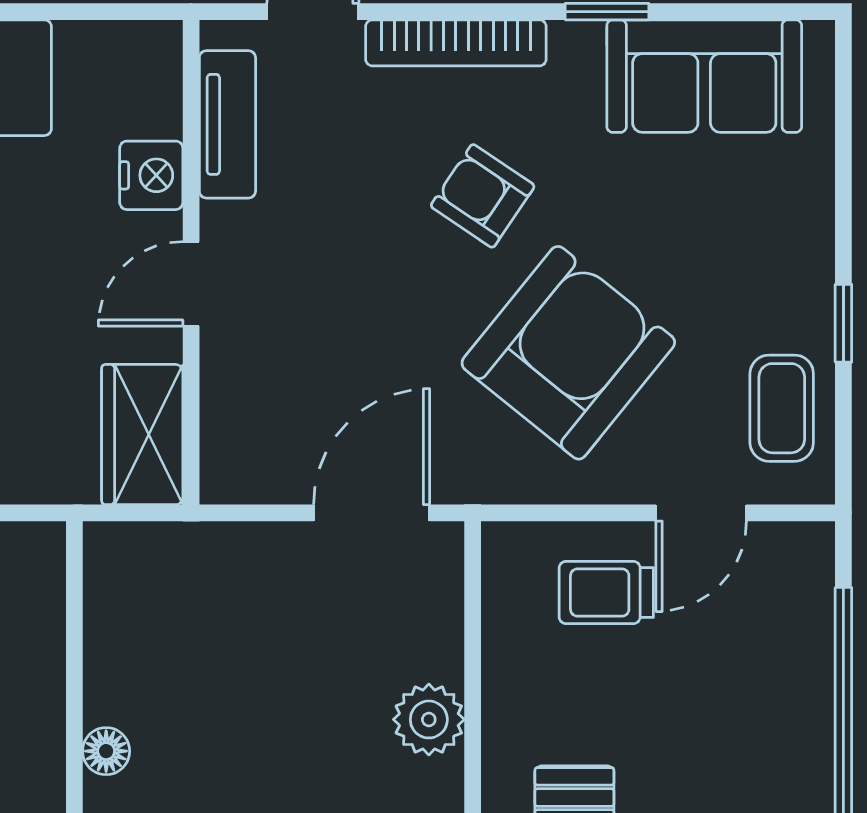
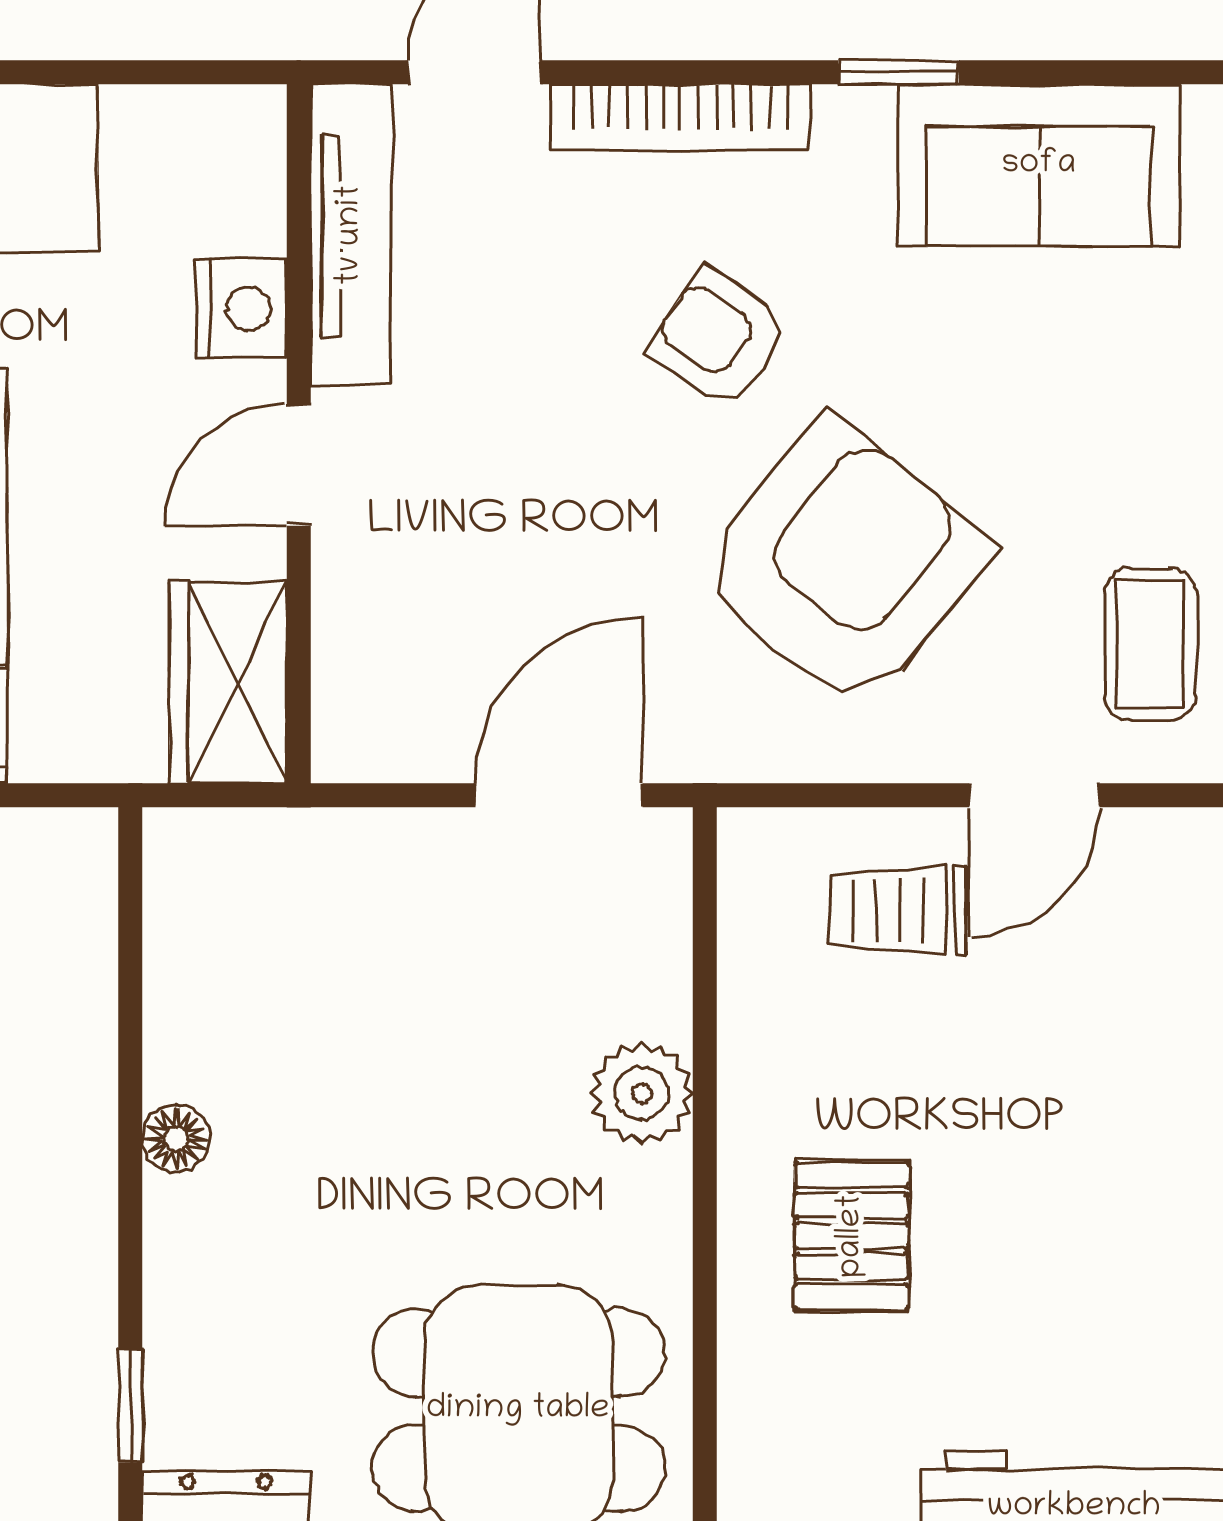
tv unit: (227, 124) -> (351, 235), width x1.41

